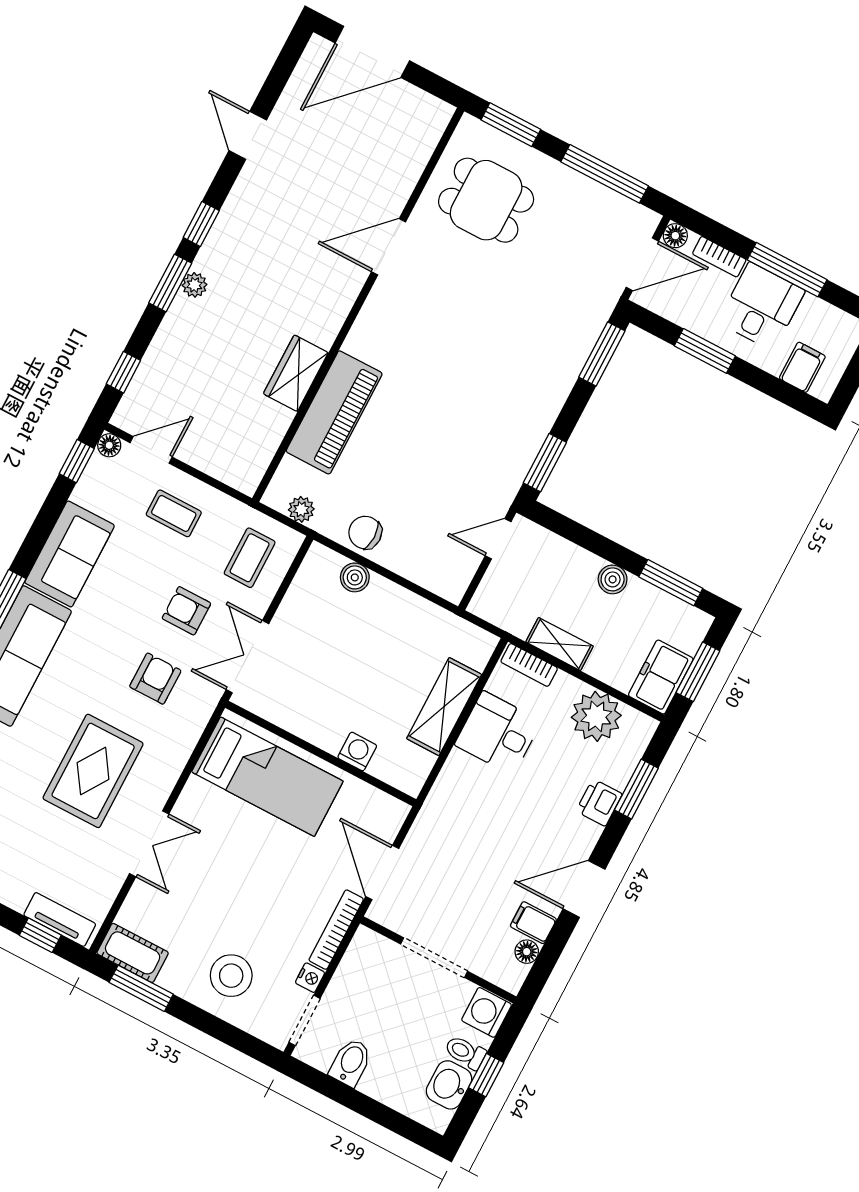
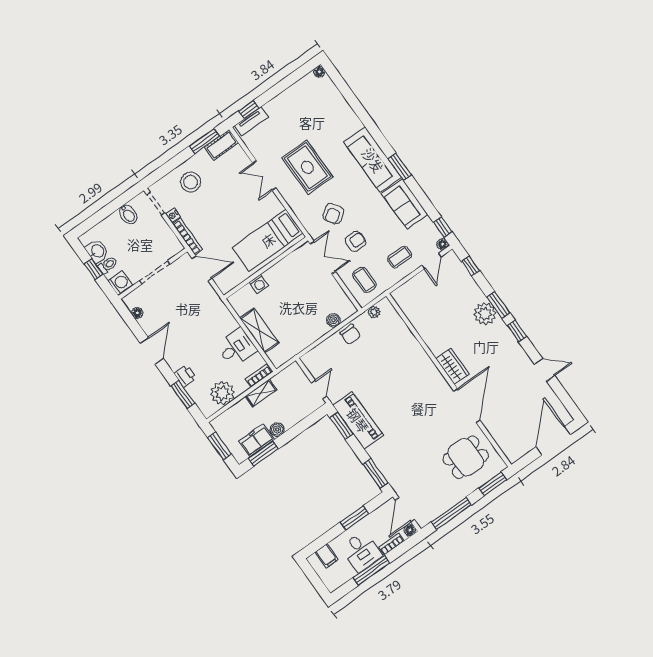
door: (389, 247) -> (467, 406), width x1.36
plant: (195, 285) -> (485, 314), width x1.88, depth x1.88
wardrobe: (296, 373) -> (452, 366), moved
piano: (334, 412) -> (358, 420), moved, turned 180
chair: (365, 533) -> (350, 334), turned 90
freezer: (661, 677) -> (257, 441), moved, turned -90
armchair: (155, 679) -> (333, 214), turned 56
filing cabinet: (533, 923) -> (148, 322), removed

